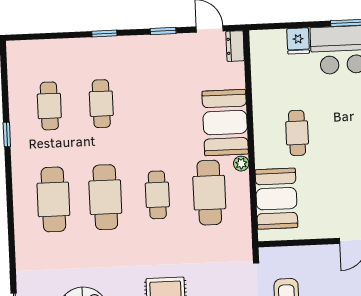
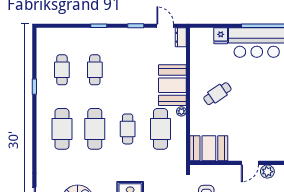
cafe table: (297, 133) -> (217, 94), turned 56
booth: (276, 199) -> (209, 148), moved, turned 90

